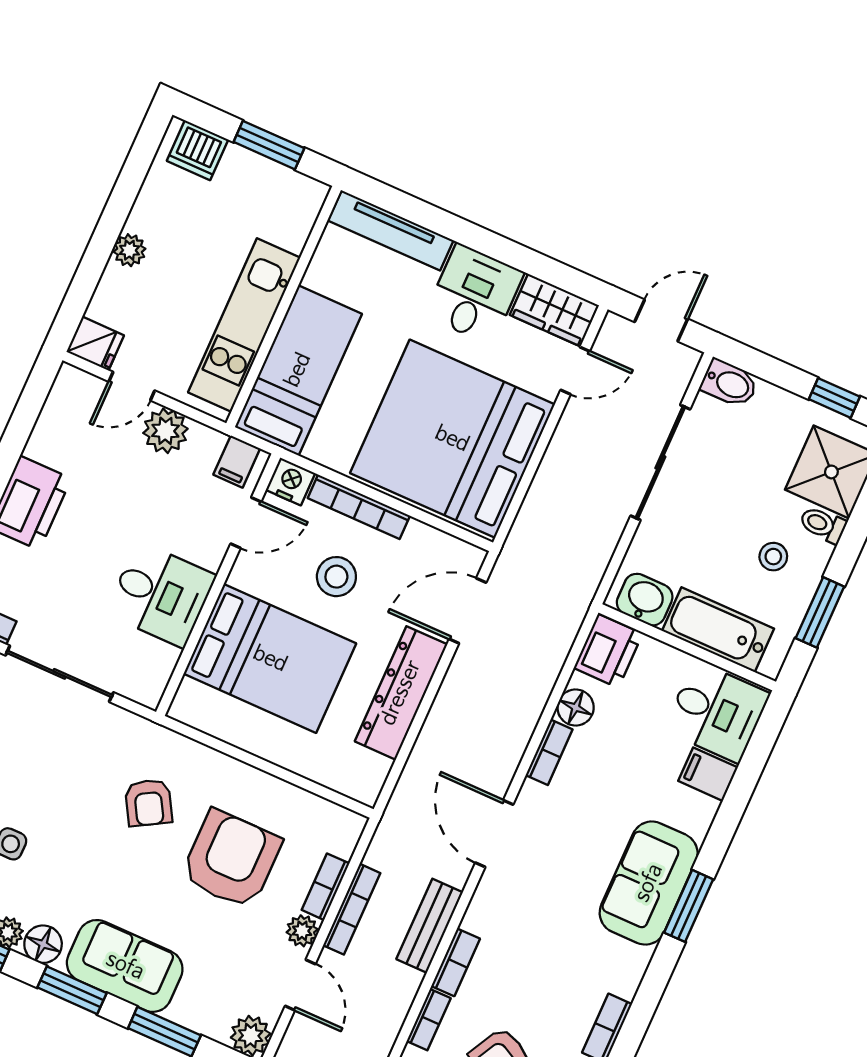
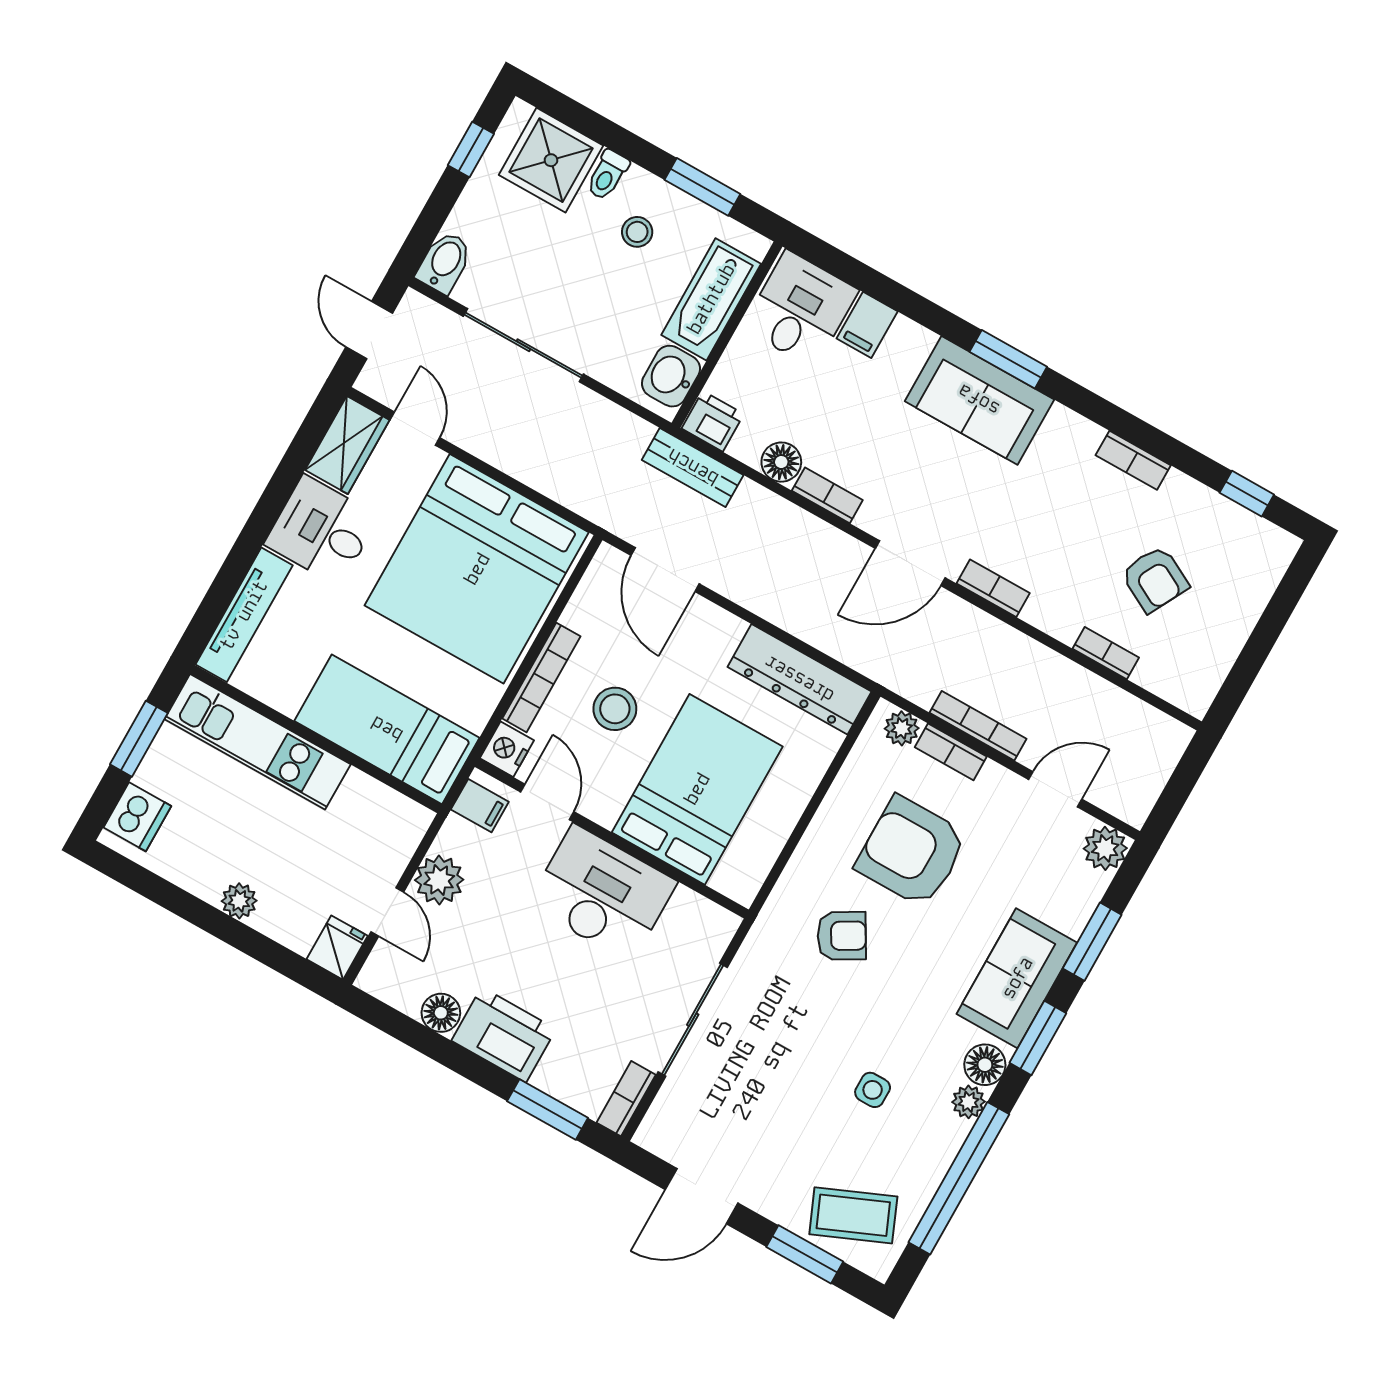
kitchen unit: (244, 325) -> (258, 742), moved
floor lamp: (44, 444) -> (441, 1013), added
desk: (161, 594) -> (602, 893), width x1.37
printer: (608, 651) -> (713, 421), width x0.73, depth x0.81
dresser: (401, 693) -> (799, 679), moved
bench: (430, 926) -> (693, 467), moved
plant: (302, 931) -> (902, 728), moved
bookcase: (456, 962) -> (993, 588), moved

